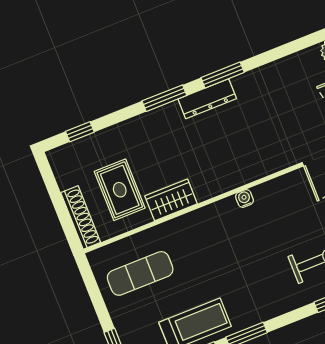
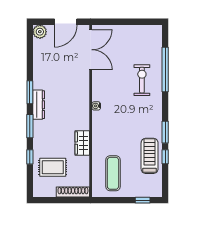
window: (80, 132) -> (30, 157), moved
rug: (120, 190) -> (53, 167), moved

